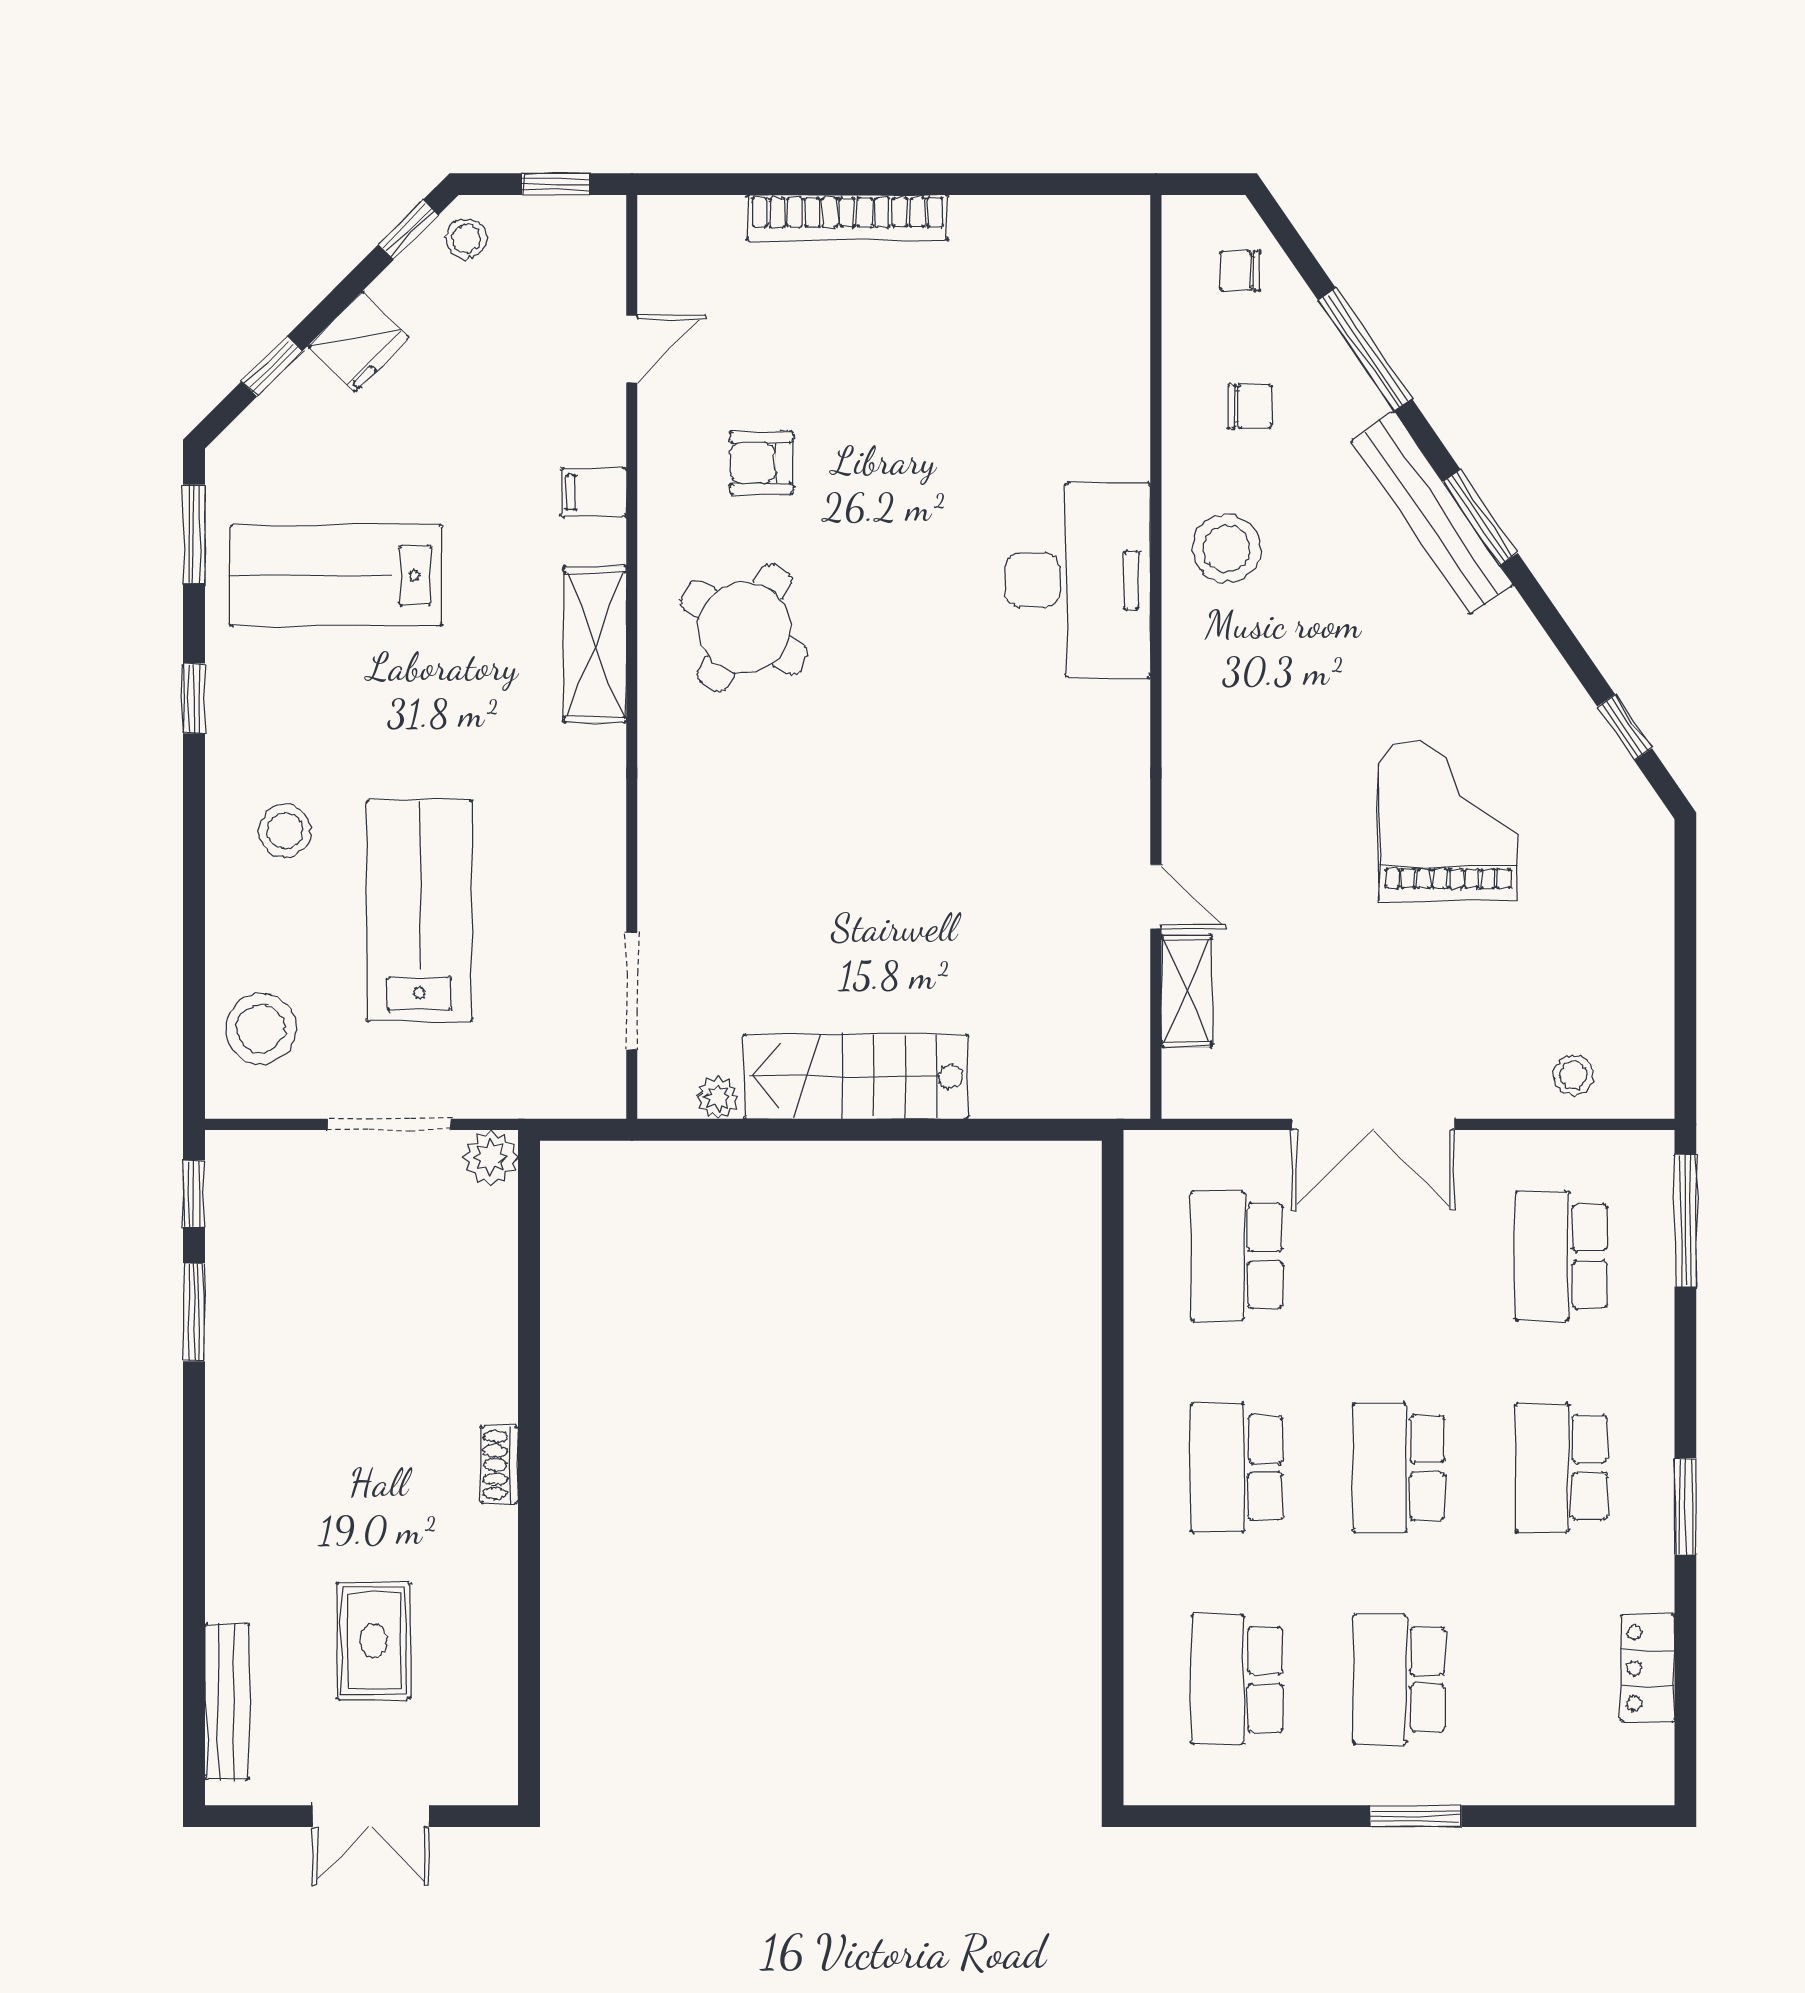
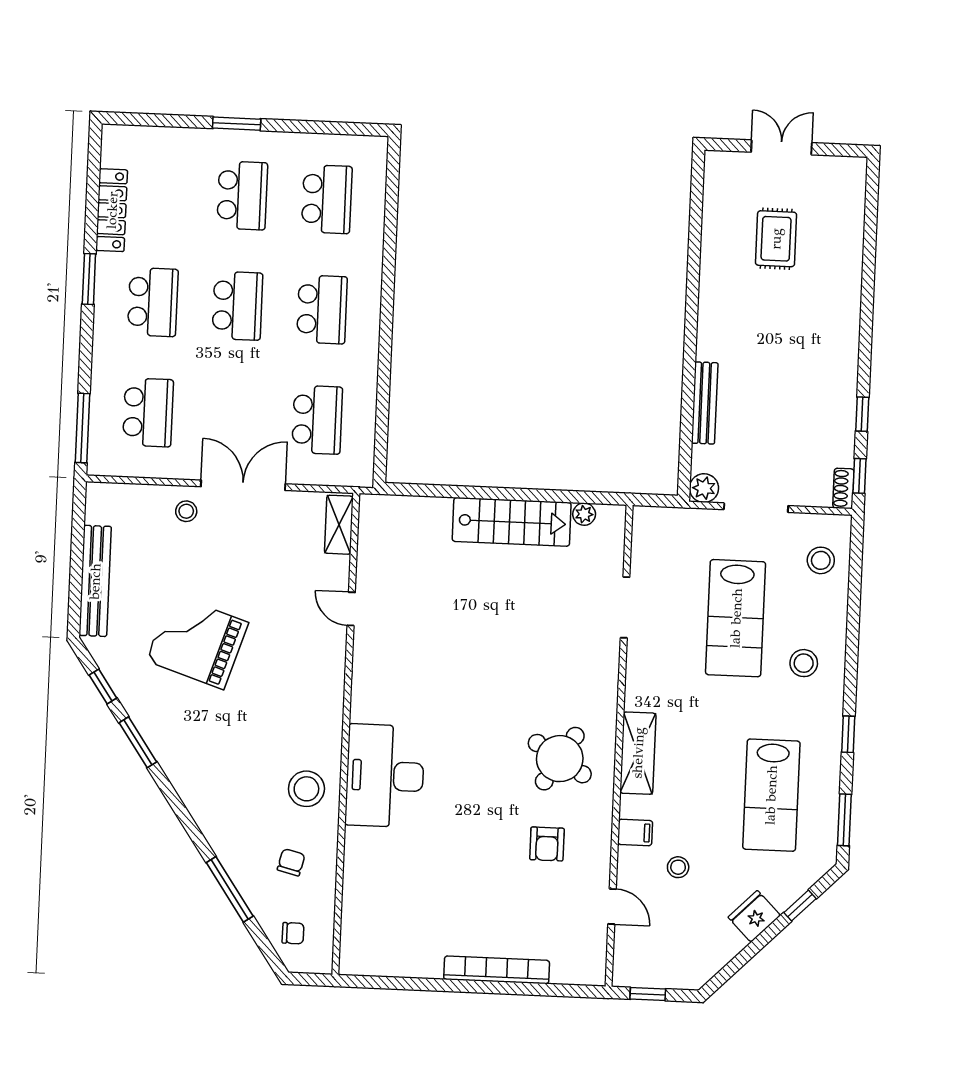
window: (408, 230) -> (726, 974), removed
stool: (466, 239) -> (678, 867), moved
door: (632, 349) -> (612, 906), swing flipped
chair: (1250, 407) -> (291, 862), turned 104
armchair: (761, 463) -> (547, 844), turned 90
bench: (1432, 513) -> (95, 581), moved, turned 34
window: (1480, 517) -> (138, 742), moved
lab bench: (336, 575) -> (771, 795), turned 90
grand piano: (1448, 821) -> (197, 642), turned 108
doorway: (632, 991) -> (625, 607), moved
shelving: (1186, 991) -> (339, 525), moved
stool: (261, 1029) -> (821, 560), width x0.73, depth x0.73
stool: (1573, 1075) -> (186, 511), moved
window: (194, 1312) -> (862, 414), width x0.67
shoe rack: (499, 1465) -> (843, 489), moved, turned 180
locker: (1648, 1668) -> (112, 210), width x1.53
bench: (227, 1701) -> (705, 403), moved

